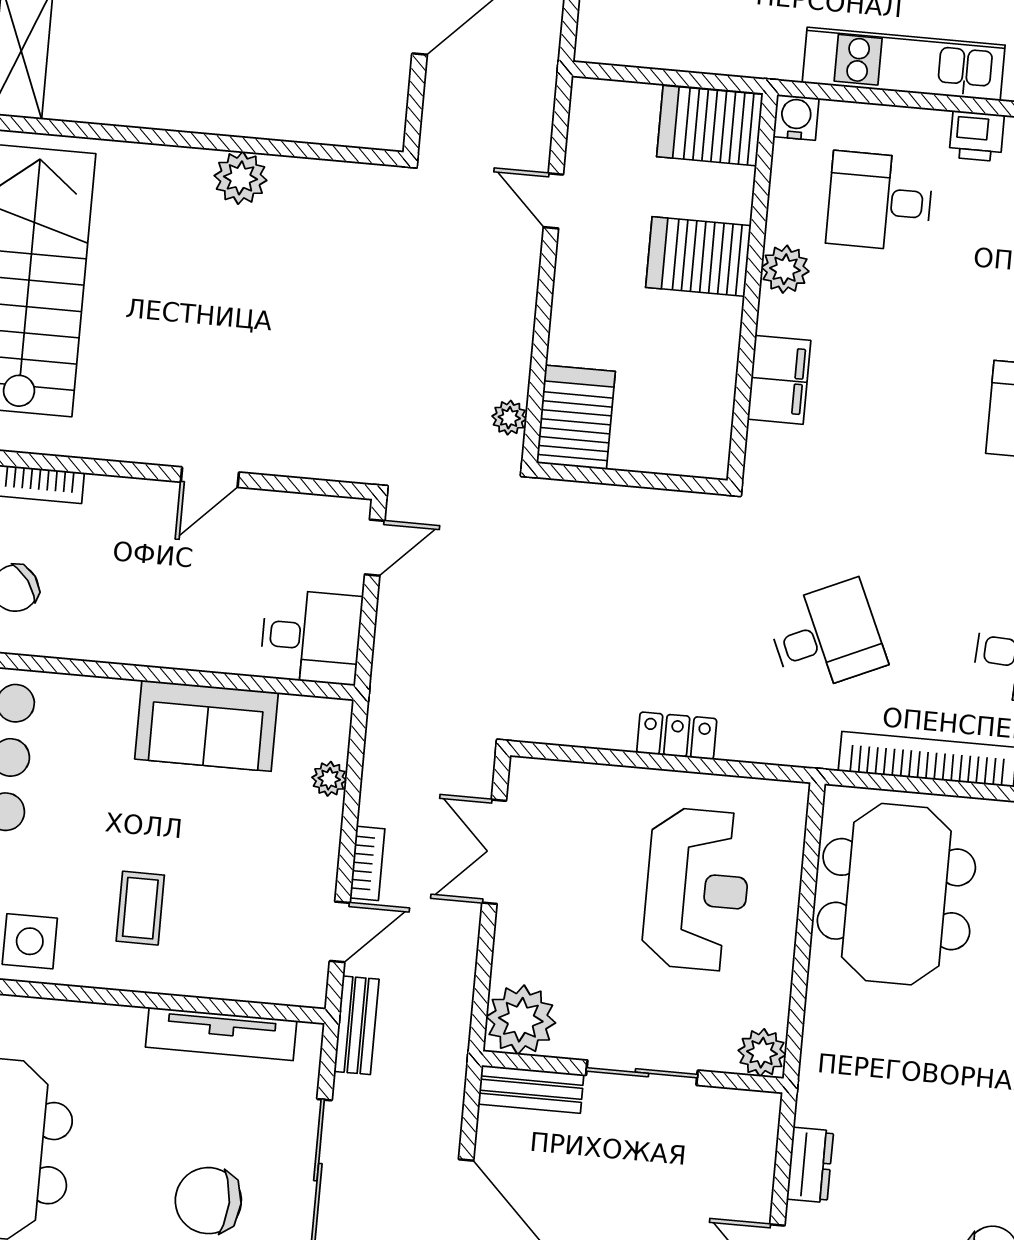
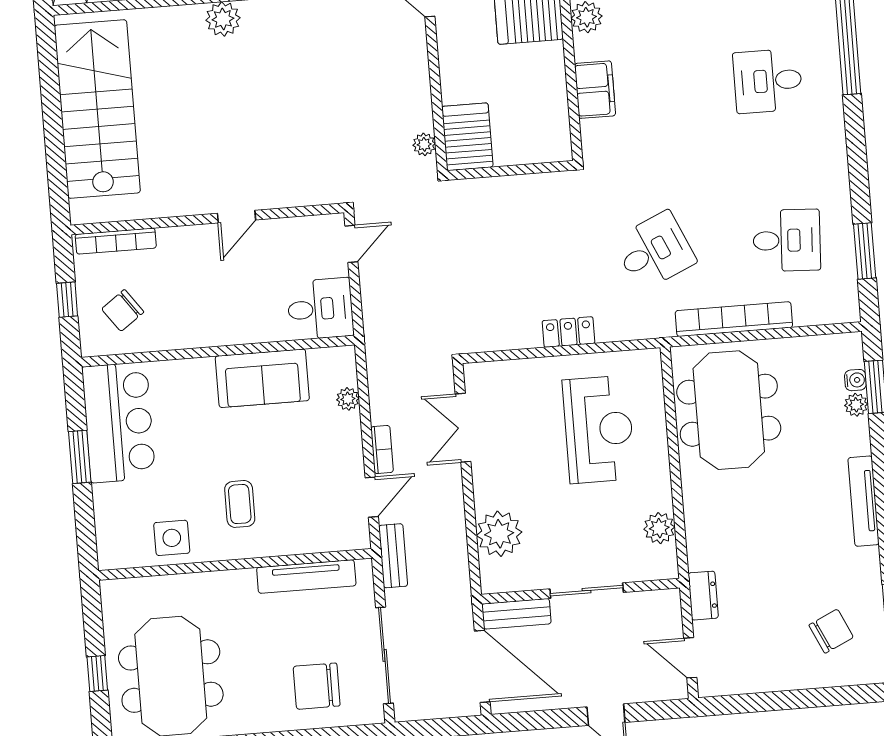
wall: (633, 1072) -> (580, 591), moved
sliding door: (642, 1073) -> (587, 591), moved
bench: (531, 1089) -> (516, 614), moved

